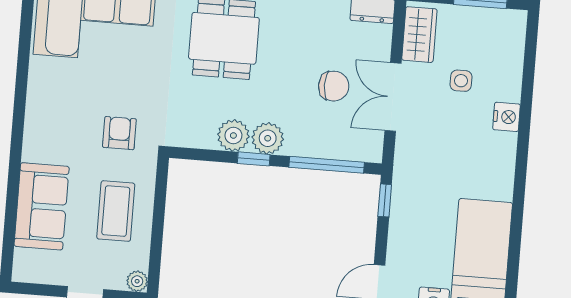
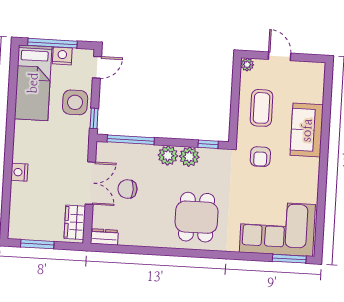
side table: (461, 81) -> (75, 102), moved, width x1.87, depth x1.87
window: (254, 159) -> (208, 144), moved
sofa: (42, 206) -> (307, 130), moved

